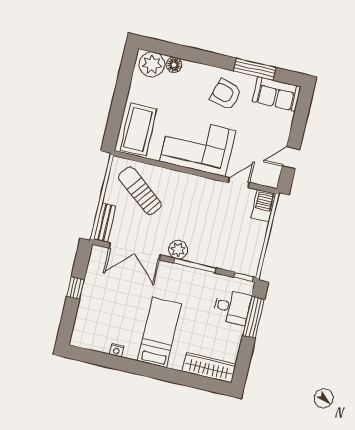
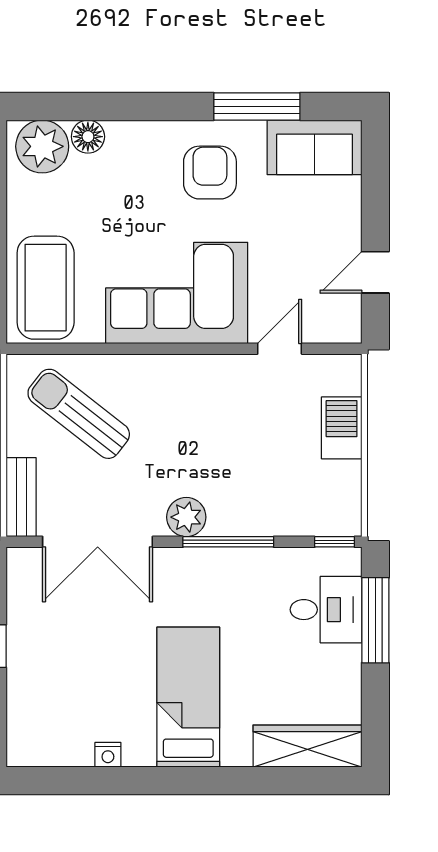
armchair: (226, 94) -> (210, 173), turned 74
barbecue: (263, 206) -> (342, 428), moved

